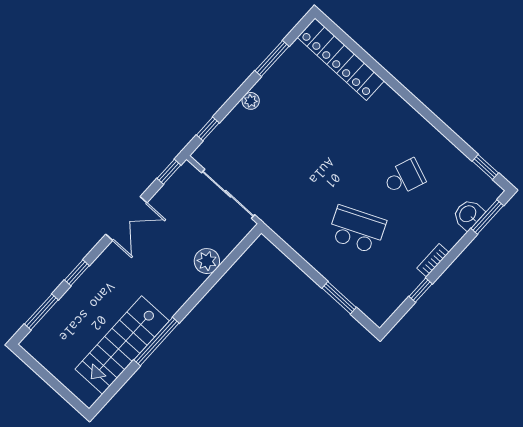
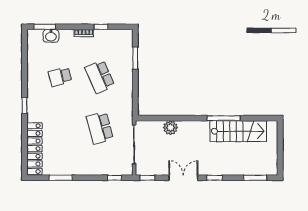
plant: (251, 101) -> (86, 170), removed
window: (485, 167) -> (25, 105), moved
school desk: (290, 169) -> (100, 128), added
school desk: (404, 178) -> (60, 77), turned -36
window: (77, 273) -> (214, 178), moved

